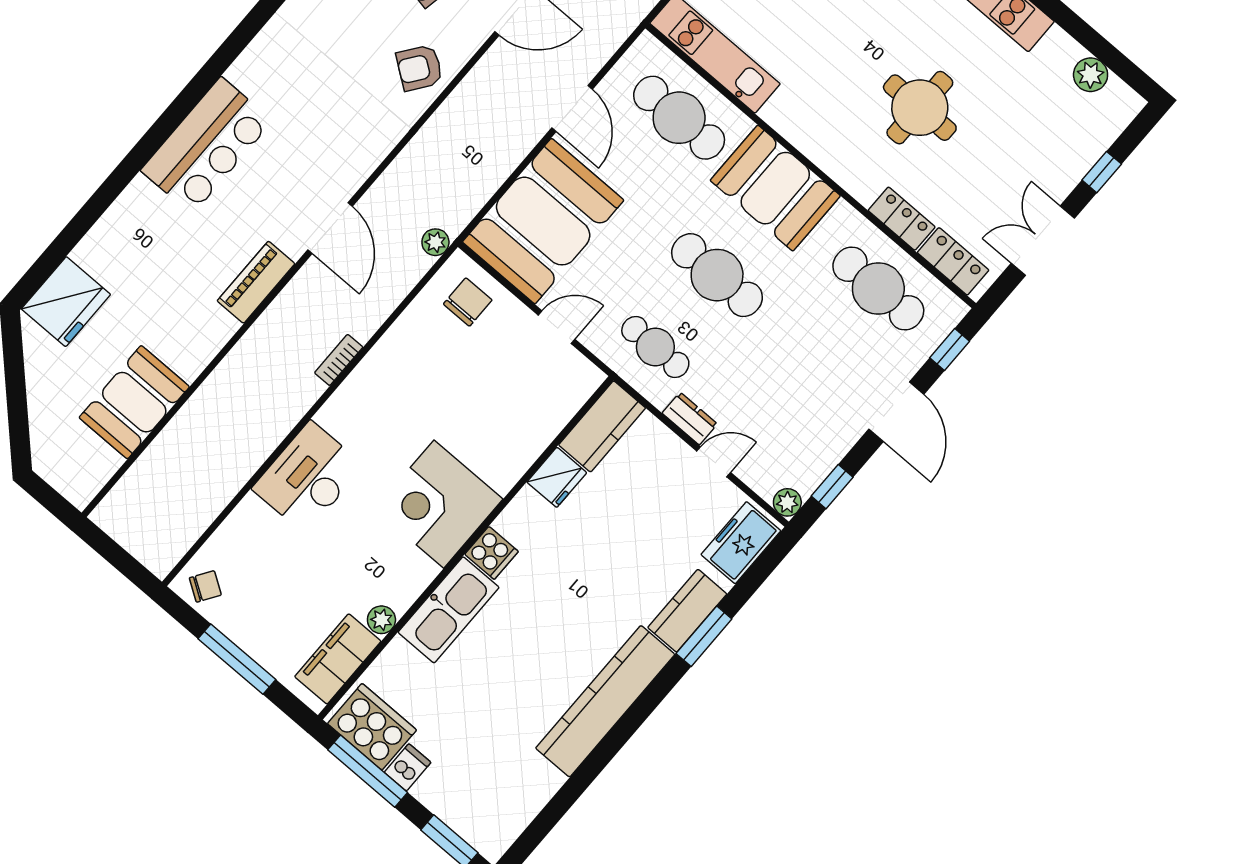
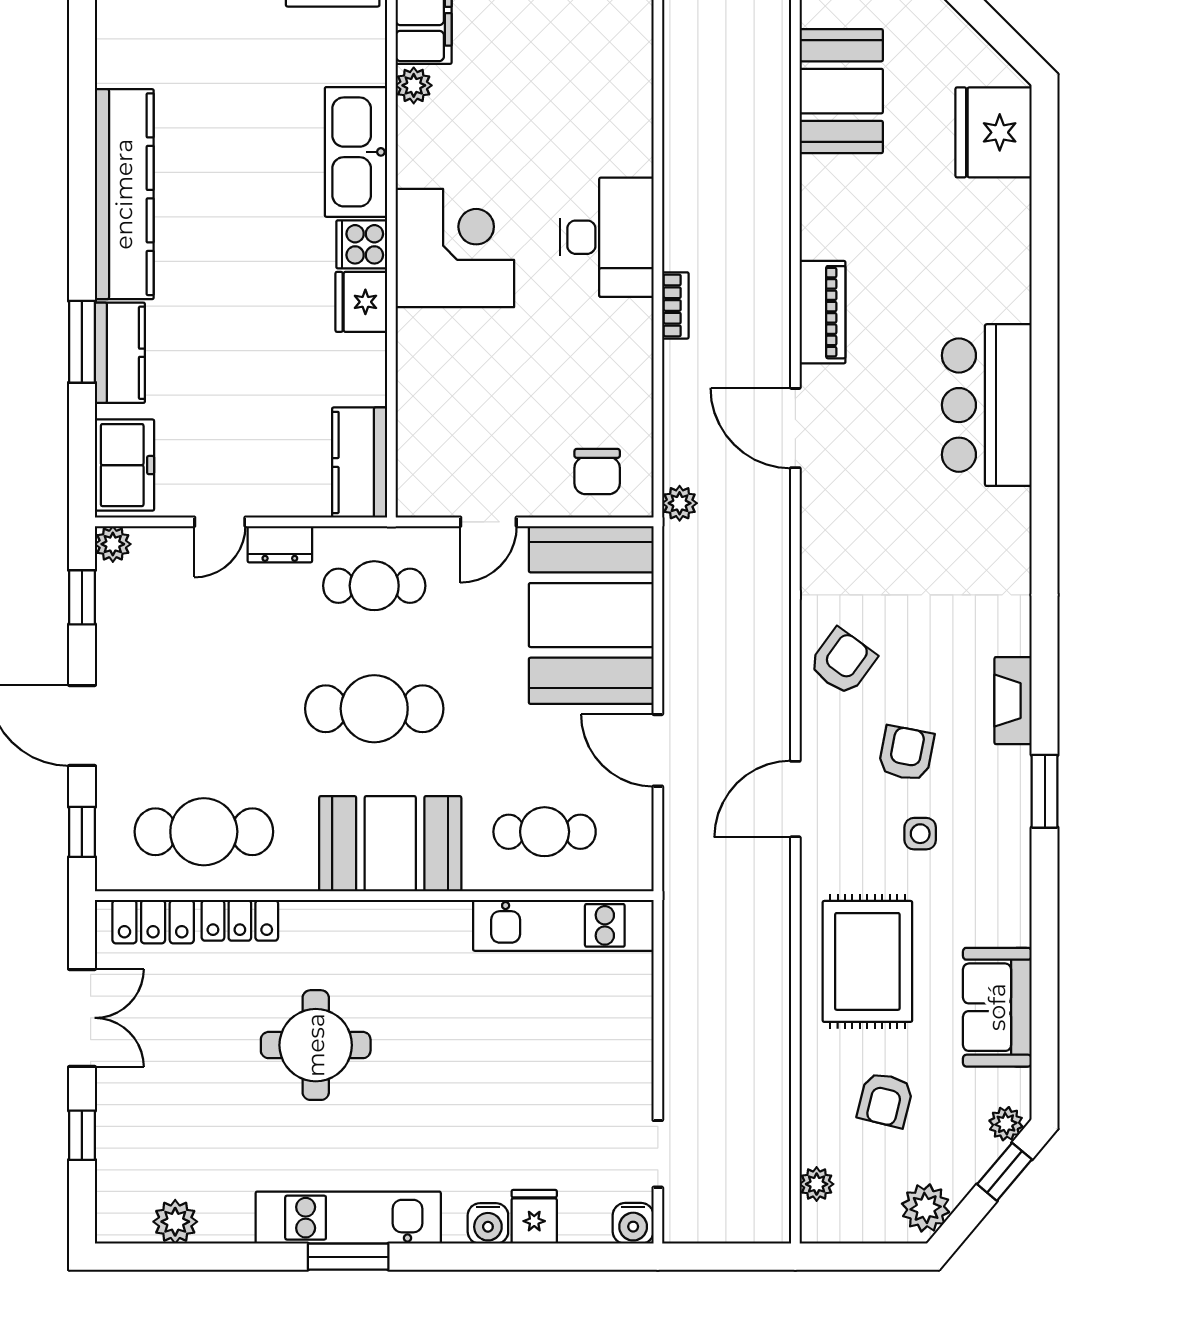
cafe table: (679, 118) -> (545, 832), width x0.73, depth x0.74
desk: (308, 477) -> (607, 237), moved
fridge: (557, 477) -> (361, 302), moved

